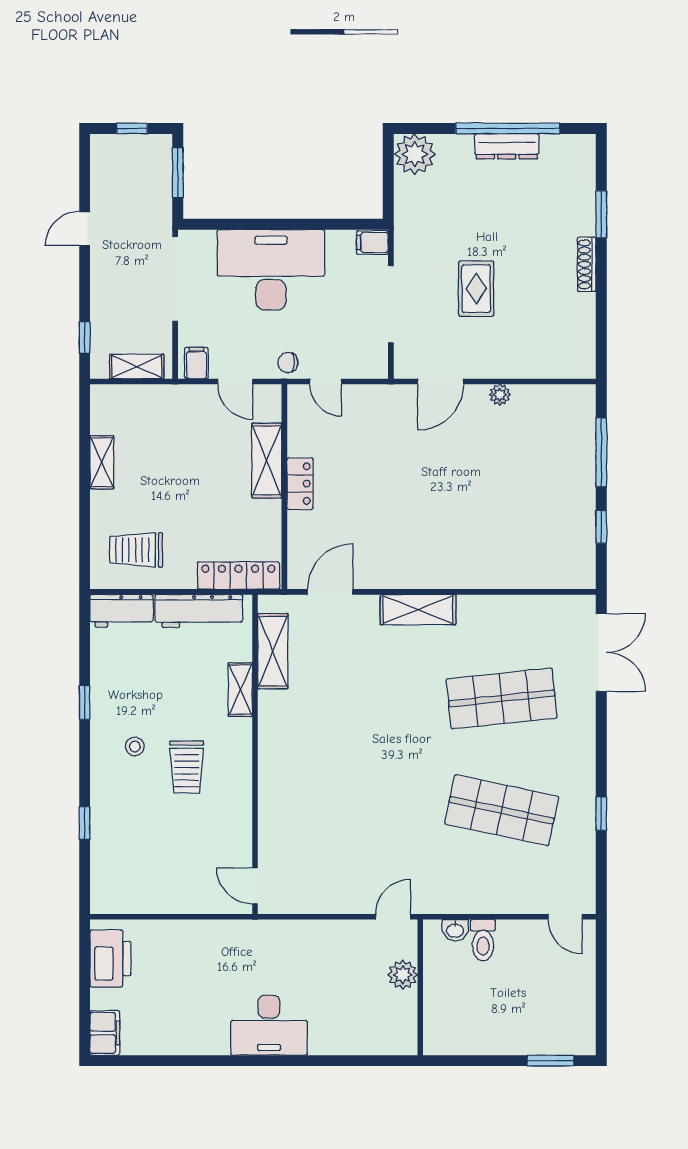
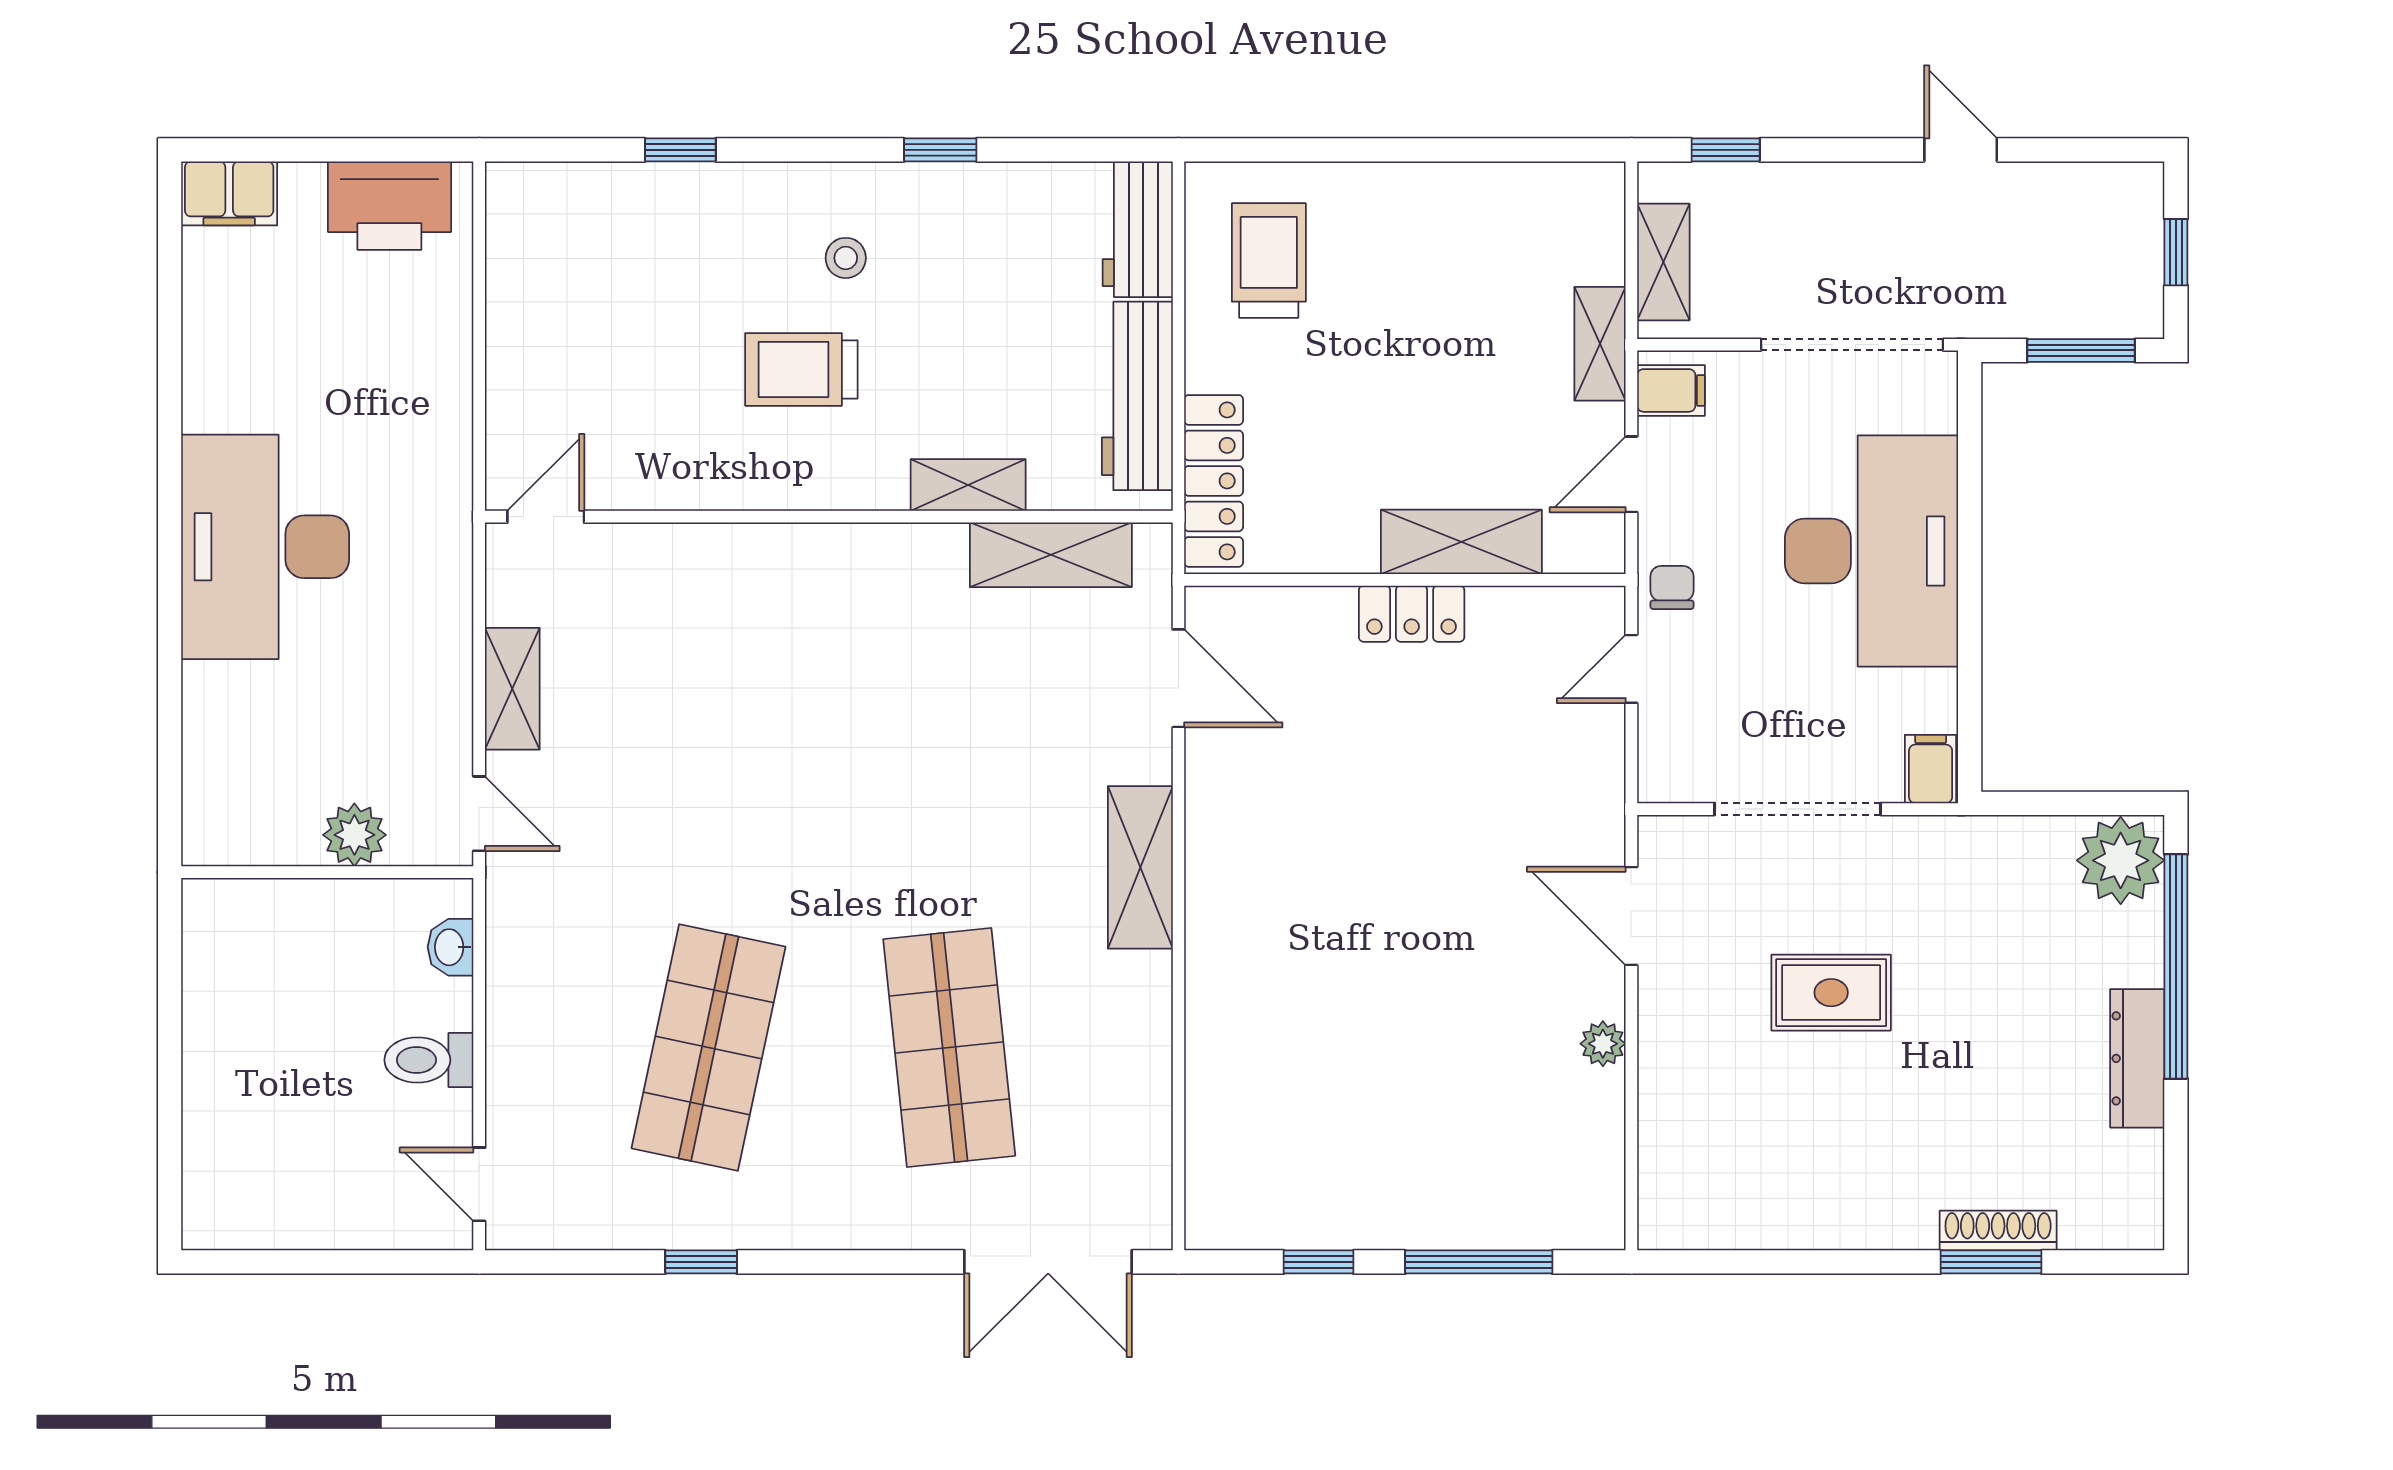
window: (508, 128) -> (2176, 966), moved
shoe rack: (587, 264) -> (1998, 1231), moved
shelving: (102, 462) -> (1600, 344), moved, turned 90
shelving: (335, 901) -> (512, 689), added
door: (565, 917) -> (479, 1184), hinge flipped
toilet: (483, 940) -> (429, 1060), moved
desk: (269, 1025) -> (265, 547), width x1.36, depth x1.30
window: (551, 1061) -> (170, 1153), removed

